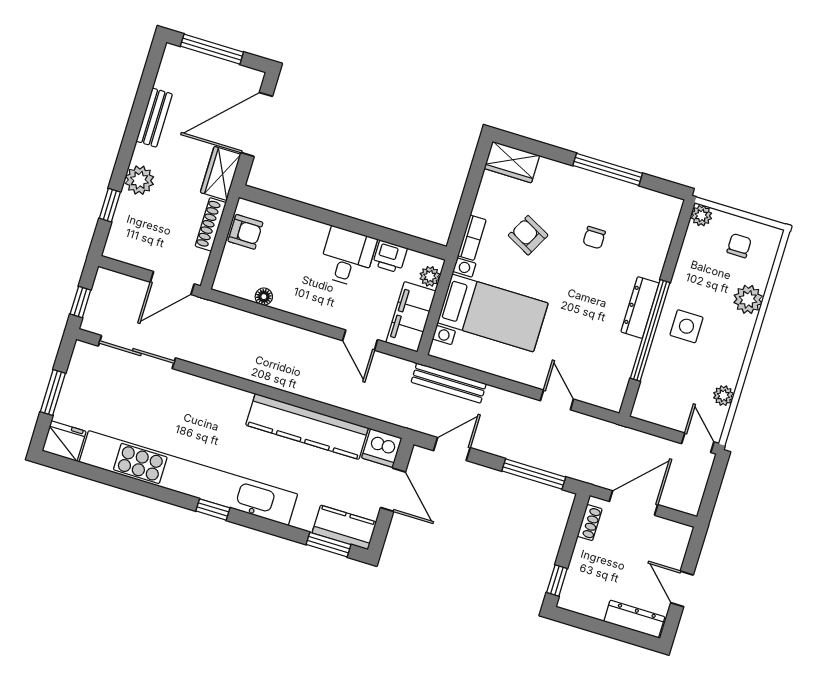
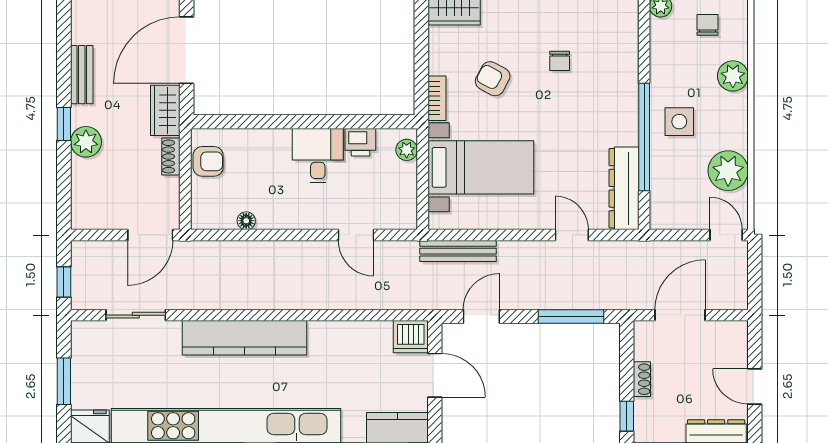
window: (110, 205) -> (64, 124), moved
shoe rack: (211, 224) -> (171, 156), width x0.70
dresser: (640, 307) -> (624, 188), moved, width x1.37, depth x1.24
filing cabinet: (411, 317) -> (400, 196), removed
sliding door: (137, 352) -> (136, 315), width x0.73
plant: (723, 396) -> (728, 171), width x1.88, depth x1.88
kitchen counter: (307, 426) -> (244, 338), moved
shoe rack: (590, 522) -> (642, 379), moved

